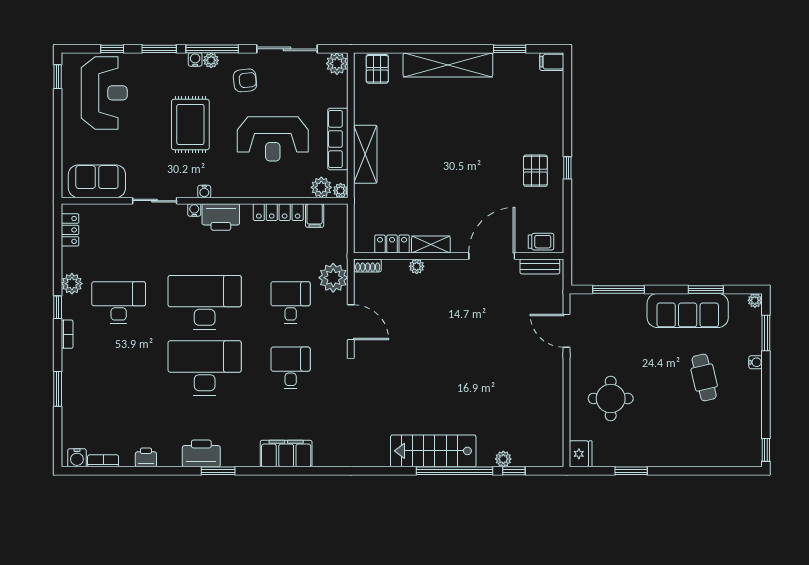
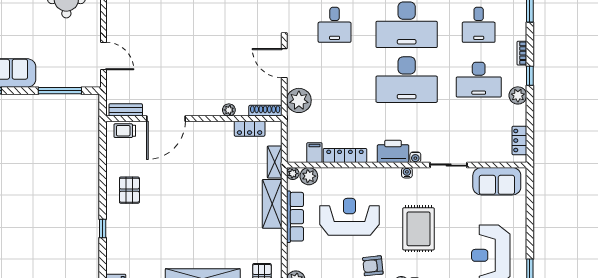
window: (567, 168) -> (103, 228), moved
shelving: (431, 245) -> (275, 162), moved, turned 90
shoe rack: (368, 265) -> (265, 111), width x1.43
desk: (291, 303) -> (479, 25), moved

